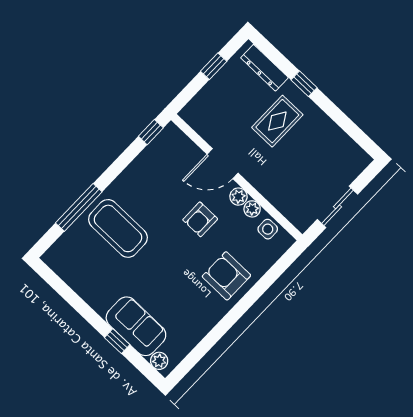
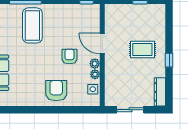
dresser: (264, 68) -> (160, 92), moved
window: (304, 84) -> (169, 60), moved
armchair: (200, 219) -> (70, 57), turned 90

